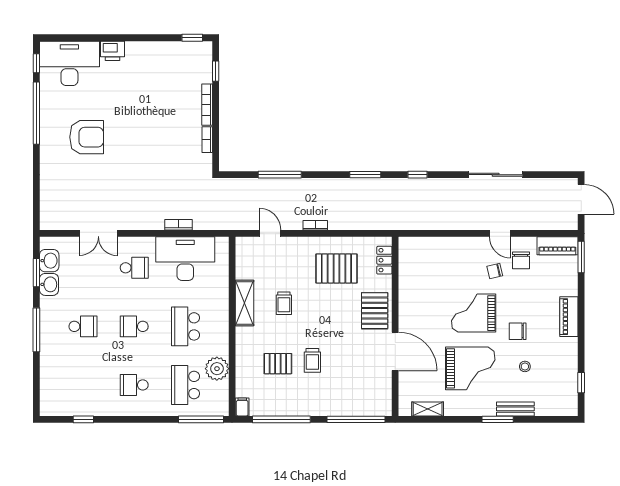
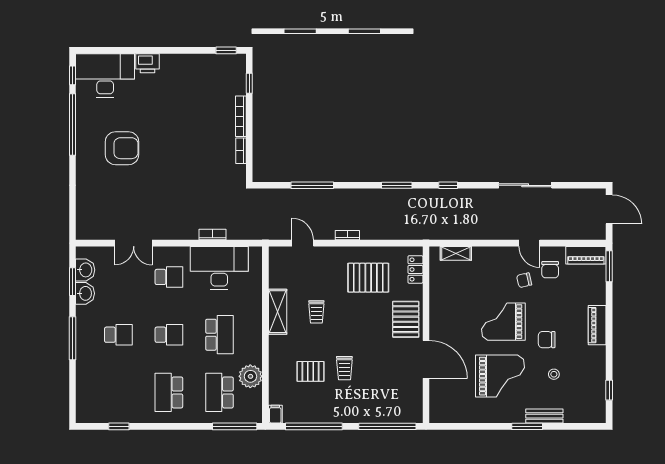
school desk: (134, 326) -> (169, 335), turned 180
school desk: (185, 326) -> (219, 335), turned 180
school desk: (134, 385) -> (169, 392), width x1.85
shelving: (428, 409) -> (456, 253), moved

